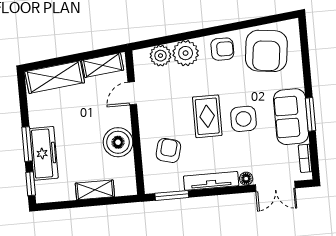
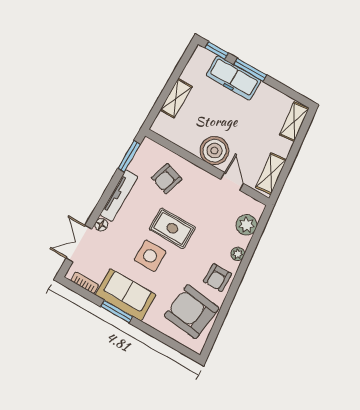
plant: (186, 53) -> (238, 254), width x0.53, depth x0.53
shelving: (55, 77) -> (294, 122), width x0.67, depth x0.75
boiler: (118, 142) -> (214, 151), moved
armchair: (168, 150) -> (167, 179), turned 93

